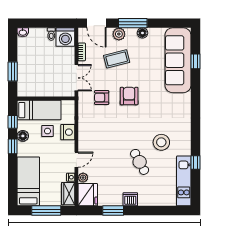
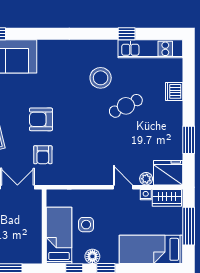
nightstand: (68, 132) -> (87, 198), removed
dishwasher: (130, 199) -> (174, 91), moved

